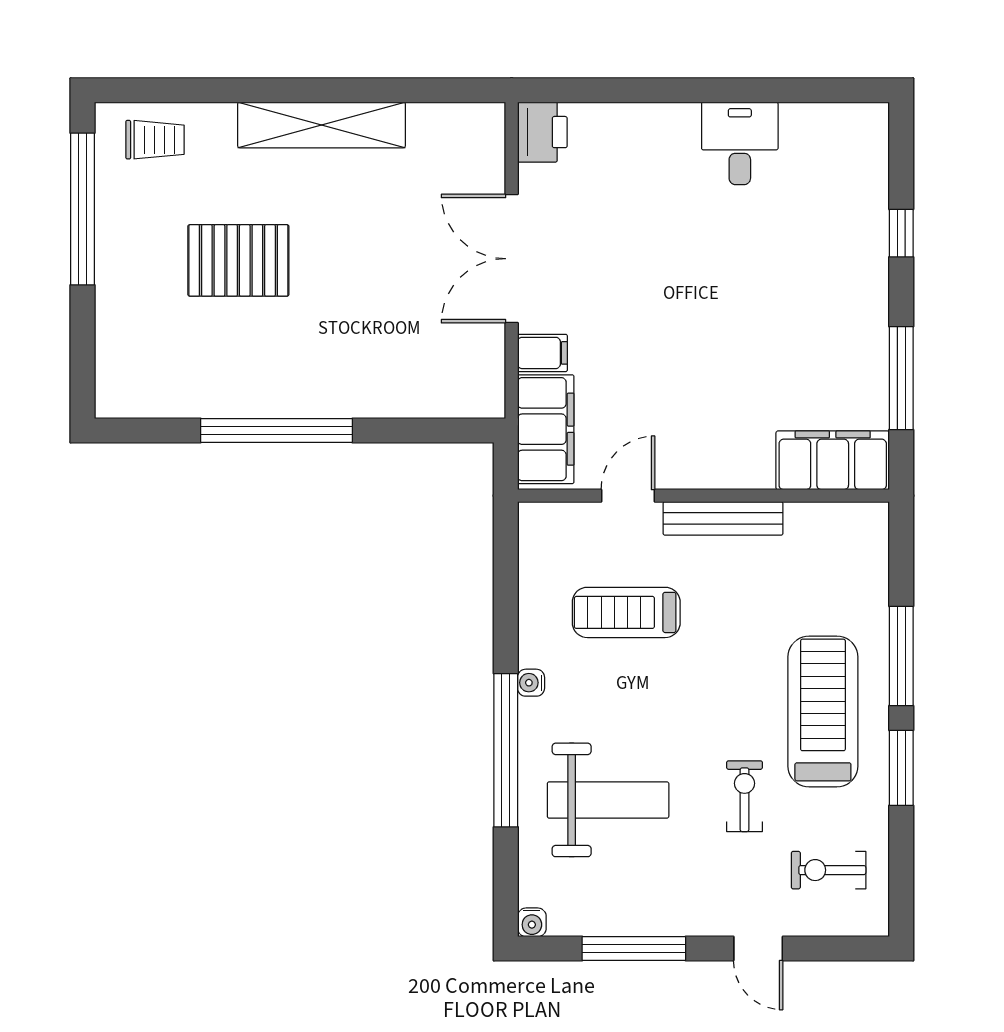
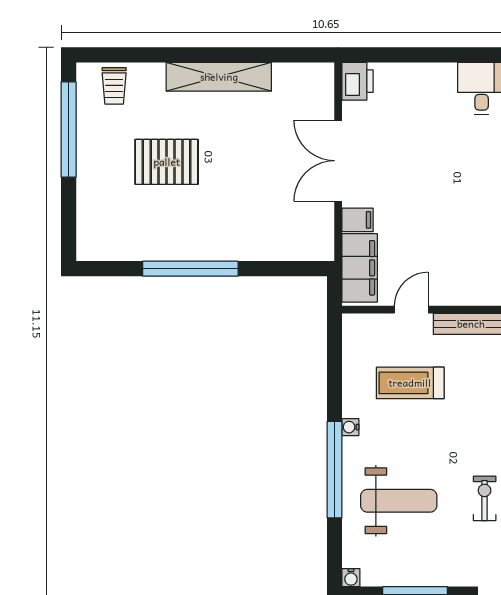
trolley: (155, 140) -> (114, 86), turned 90

